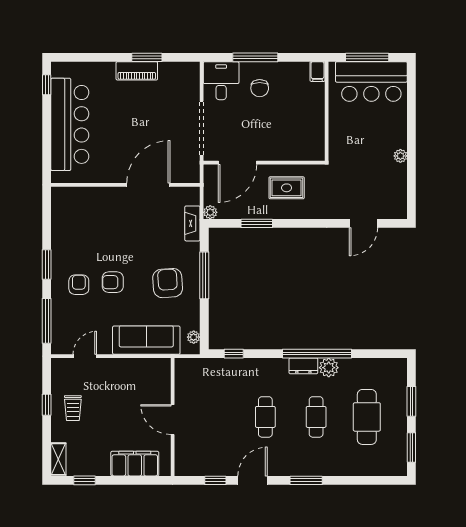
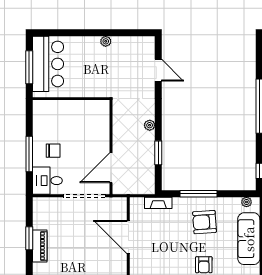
filing cabinet: (317, 72) -> (40, 106), removed
door: (238, 163) -> (111, 168), swing flipped
rug: (287, 188) -> (131, 130), removed
plant: (210, 212) -> (150, 125), moved

